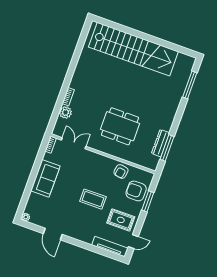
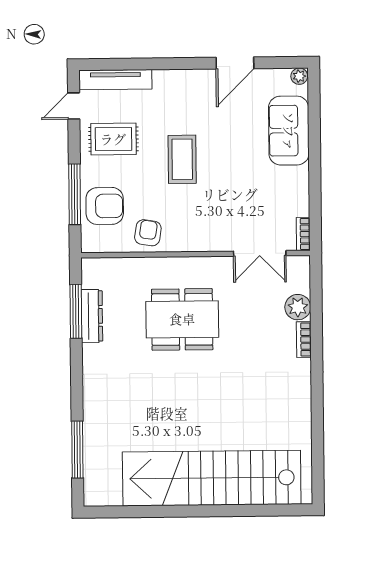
sofa: (45, 178) -> (289, 131), moved
coffee table: (93, 199) -> (182, 159), turned 90
window: (148, 201) -> (75, 194), width x1.44
door: (53, 234) -> (235, 63), swing flipped

